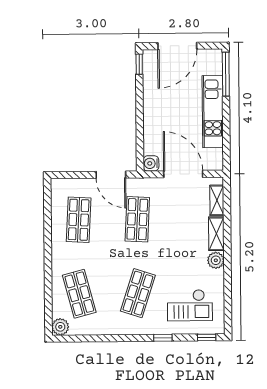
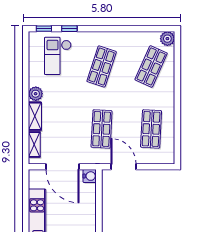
shop shelf: (79, 294) -> (151, 66), turned 39
checkout: (190, 305) -> (58, 56), turned -90
window: (163, 338) -> (69, 29), moved

